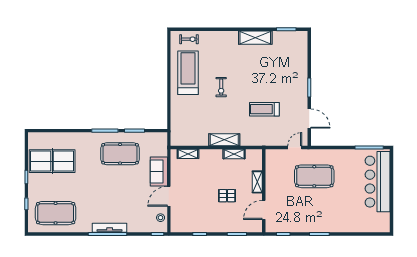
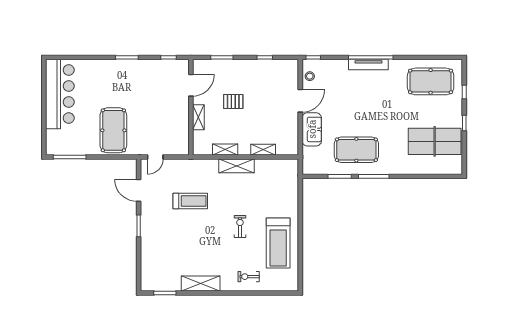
exercise bike: (189, 39) -> (249, 277), moved
shelving: (188, 154) -> (263, 150), moved
pool table: (314, 176) -> (113, 130), moved, turned 90
bar counter: (378, 182) -> (60, 94), moved

